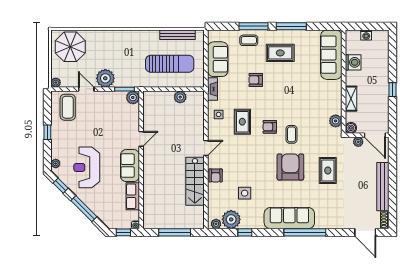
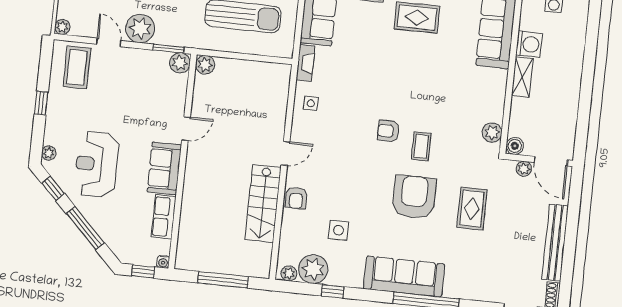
armchair: (256, 80) -> (374, 56), removed
window: (392, 90) -> (586, 93), removed
plant: (180, 97) -> (205, 65), moved
shelving: (351, 99) -> (522, 77), moved
rug: (242, 122) -> (347, 118), removed

